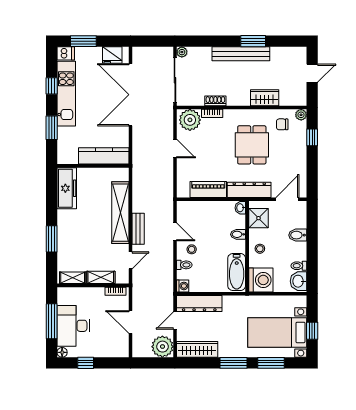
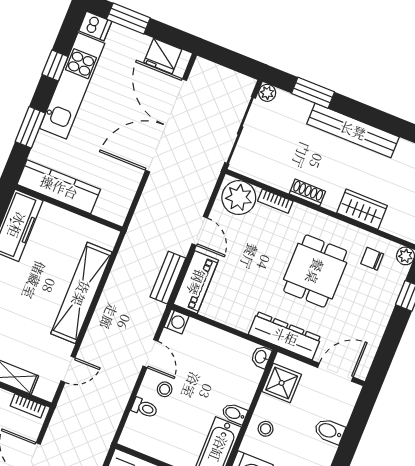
window: (253, 41) -> (313, 93), moved
shoe rack: (215, 101) -> (307, 193), moved
kitchen counter: (104, 156) -> (59, 187), moved
piano: (208, 189) -> (196, 282), moved, turned 90
bench: (138, 229) -> (168, 278), moved
bidet: (238, 234) -> (234, 414), moved
washing machine: (183, 286) -> (176, 322), moved

